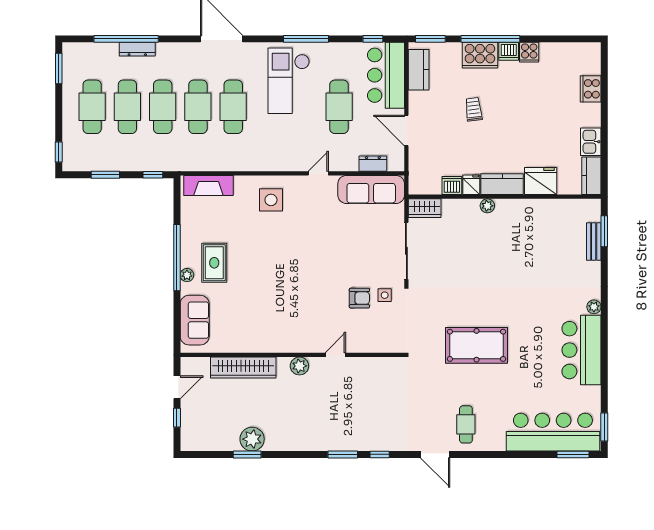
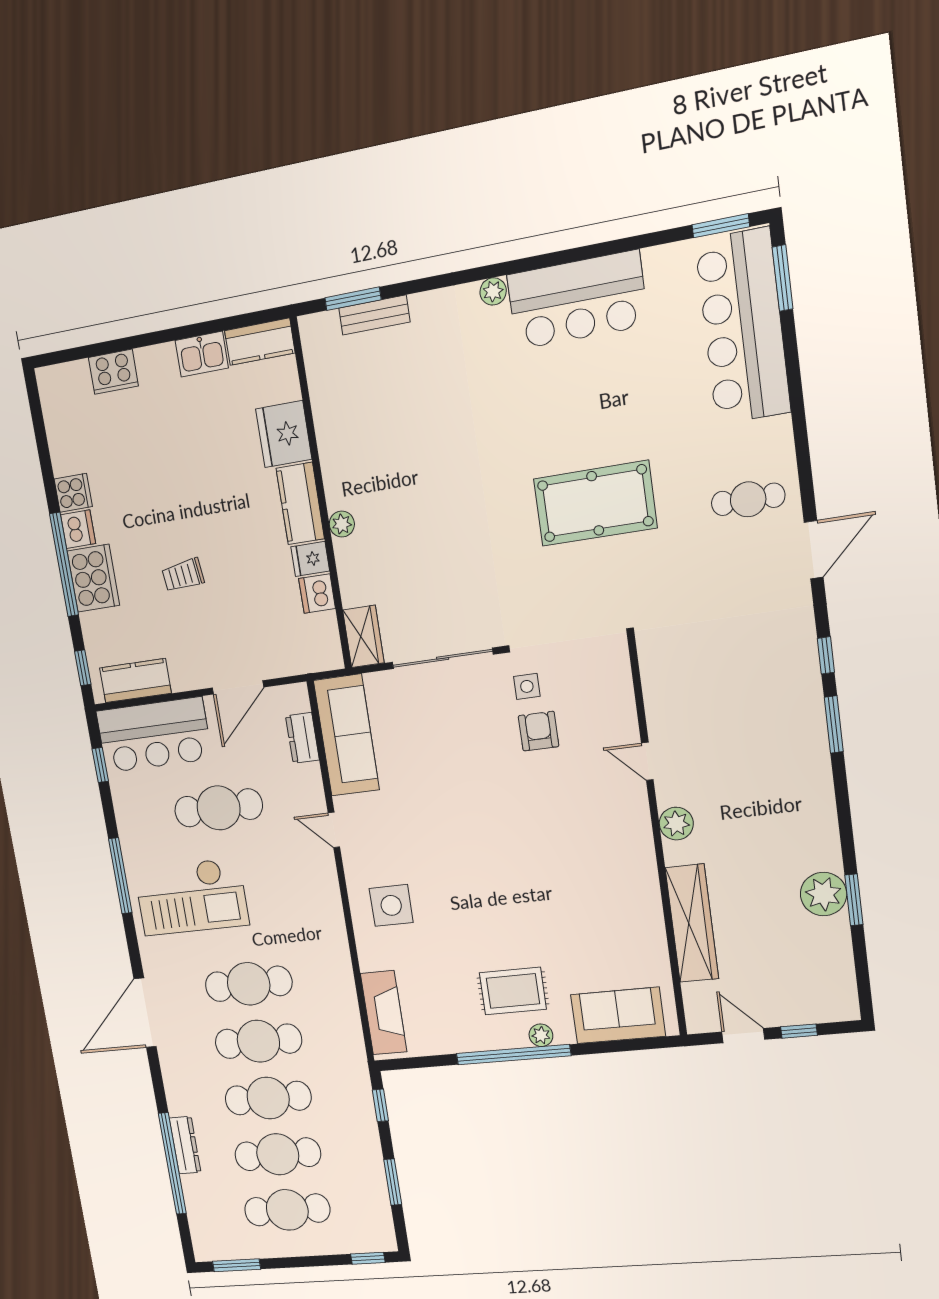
window: (430, 39) -> (83, 668), width x0.67
pool table: (476, 345) -> (595, 503), turned 90

